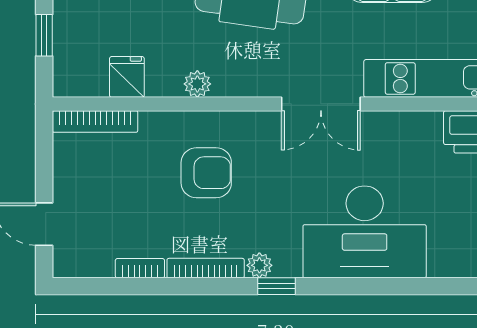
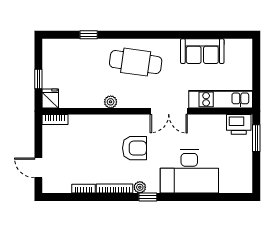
fridge: (127, 77) -> (50, 99), moved
bookcase: (95, 121) -> (55, 120), width x0.64
armchair: (206, 173) -> (135, 148), moved

